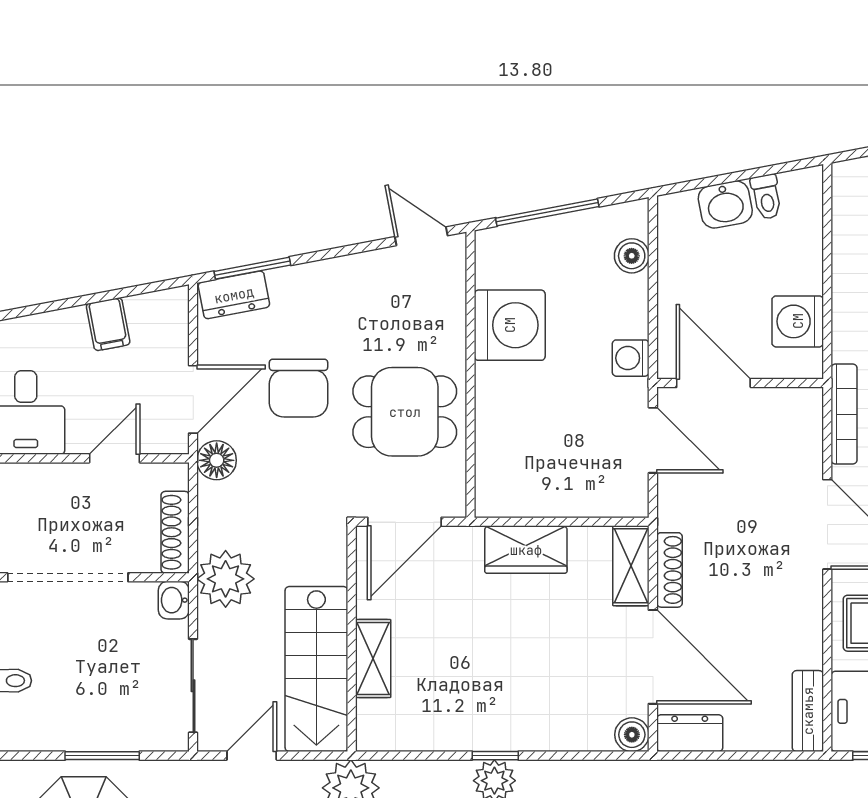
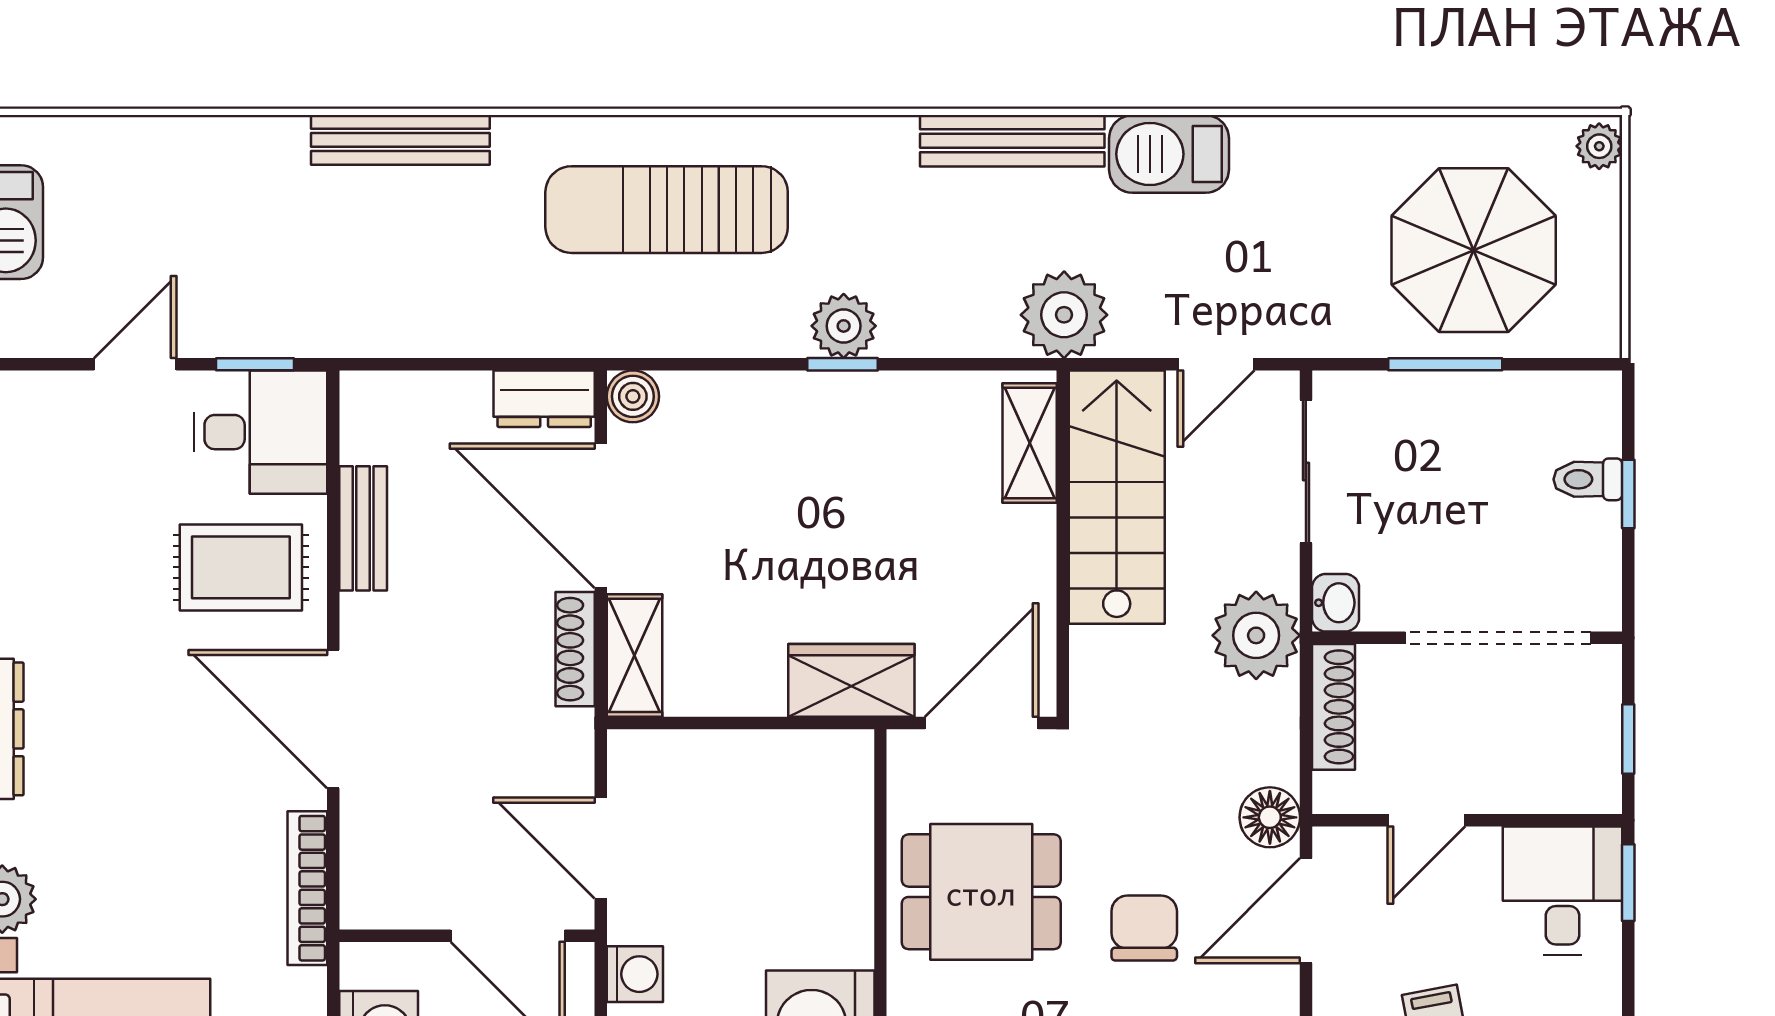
chair: (299, 388) -> (1144, 928), width x0.73, depth x0.73
wardrobe: (526, 550) -> (851, 680), moved
shelving: (373, 658) -> (1030, 443), moved
bench: (808, 711) -> (363, 528), moved

